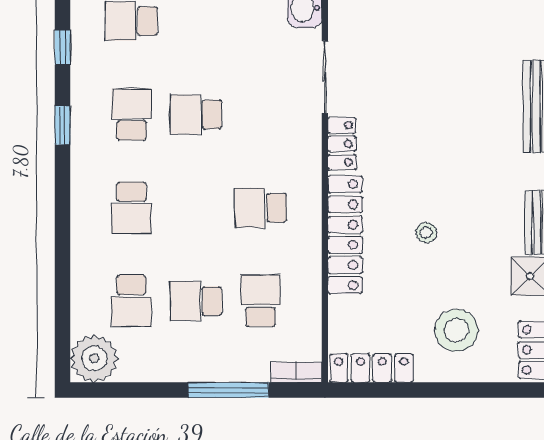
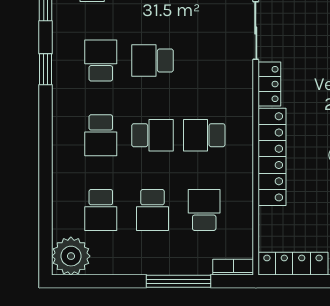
school desk: (196, 208) -> (152, 135), added
school desk: (196, 301) -> (152, 210), turned -90

